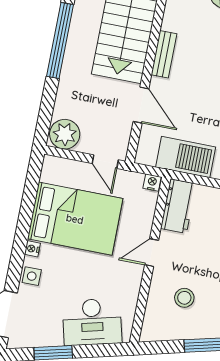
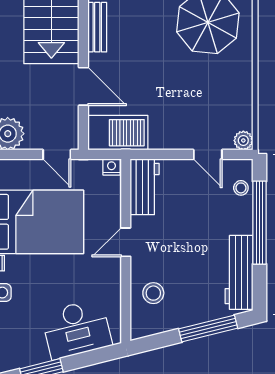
barbecue: (186, 157) -> (118, 133), moved
stool: (184, 298) -> (153, 293), moved

